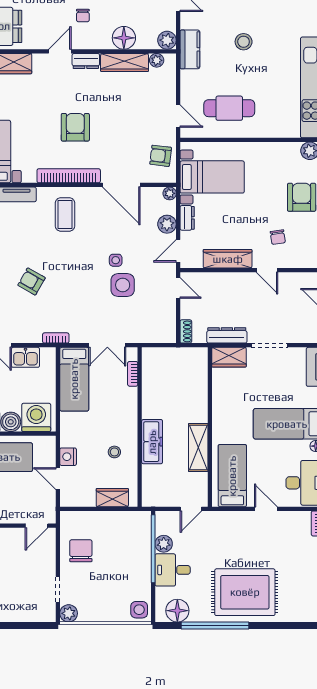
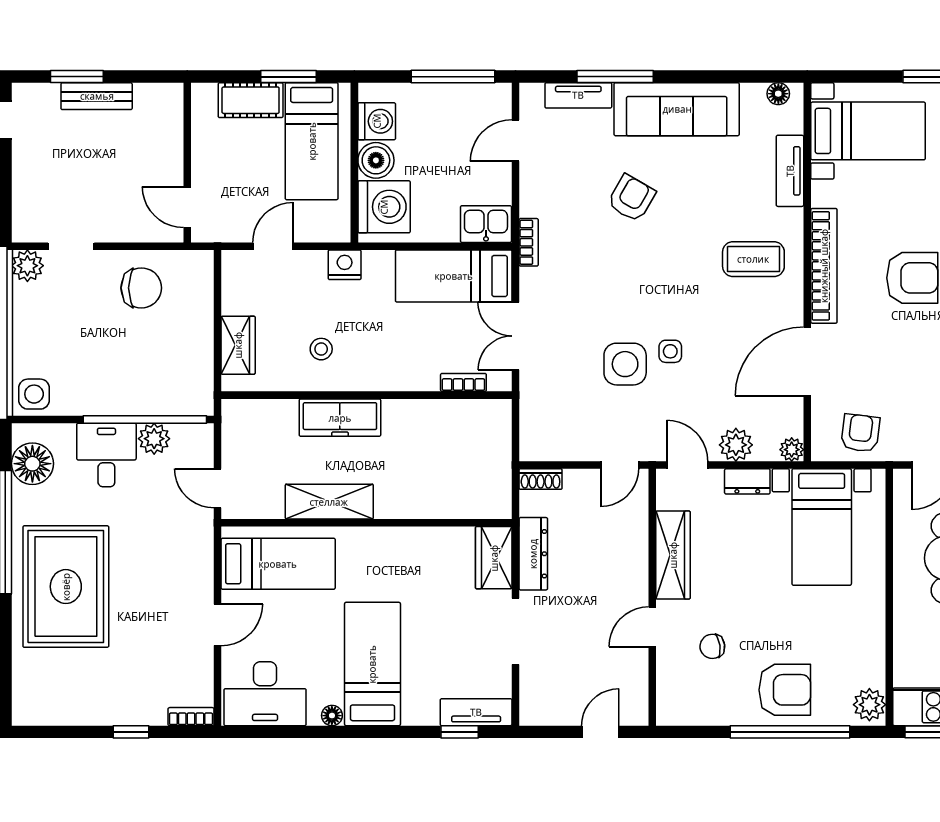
kitchen sink: (25, 357) -> (486, 224), moved, turned 90
nightstand: (68, 457) -> (345, 265), moved

